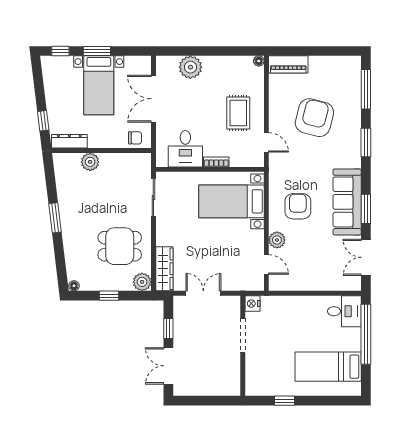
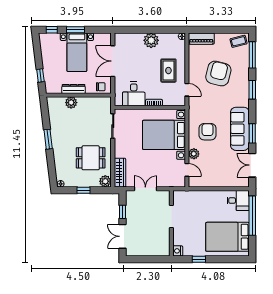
plant: (190, 67) -> (151, 40), moved
coffee table: (345, 69) -> (239, 41), added
dresser: (69, 141) -> (74, 89), moved
bed with nightstands: (231, 201) -> (164, 135), width x1.36
nightstand: (252, 304) -> (178, 251), moved
bed: (328, 367) -> (227, 237), width x1.50

